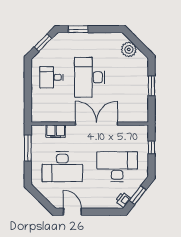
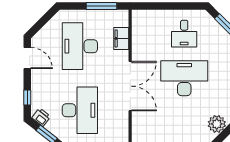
desk: (51, 77) -> (184, 34), turned 180
door: (72, 212) -> (27, 58), hinge flipped
window: (106, 212) -> (27, 97), added

